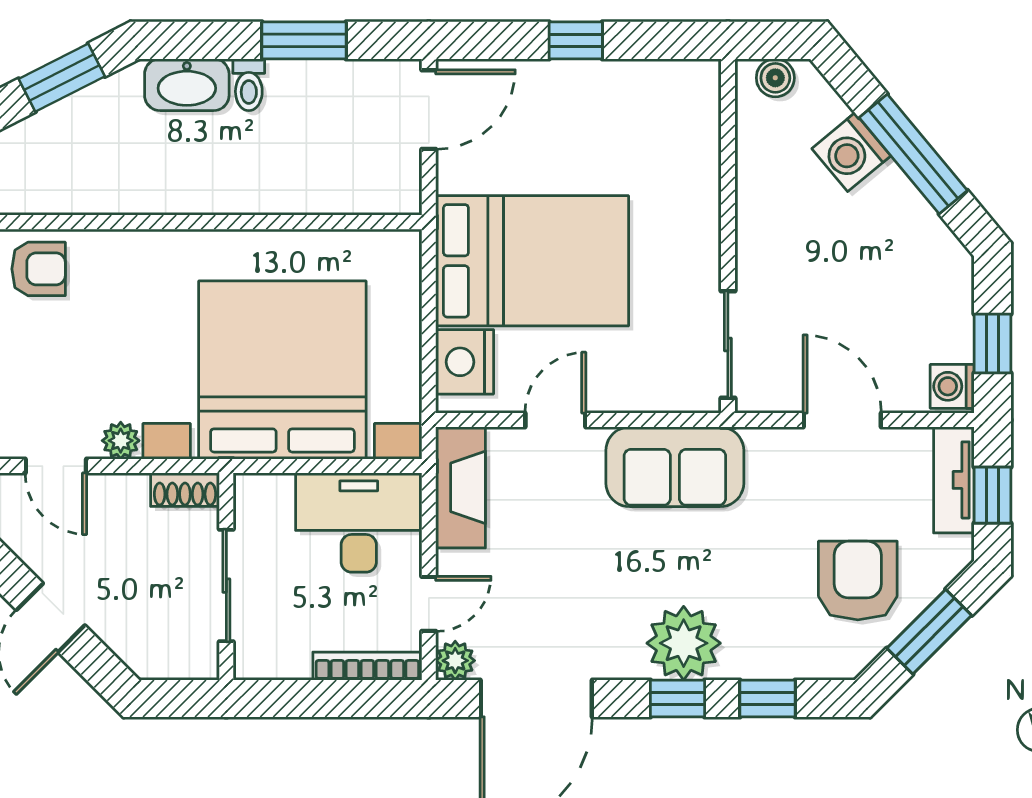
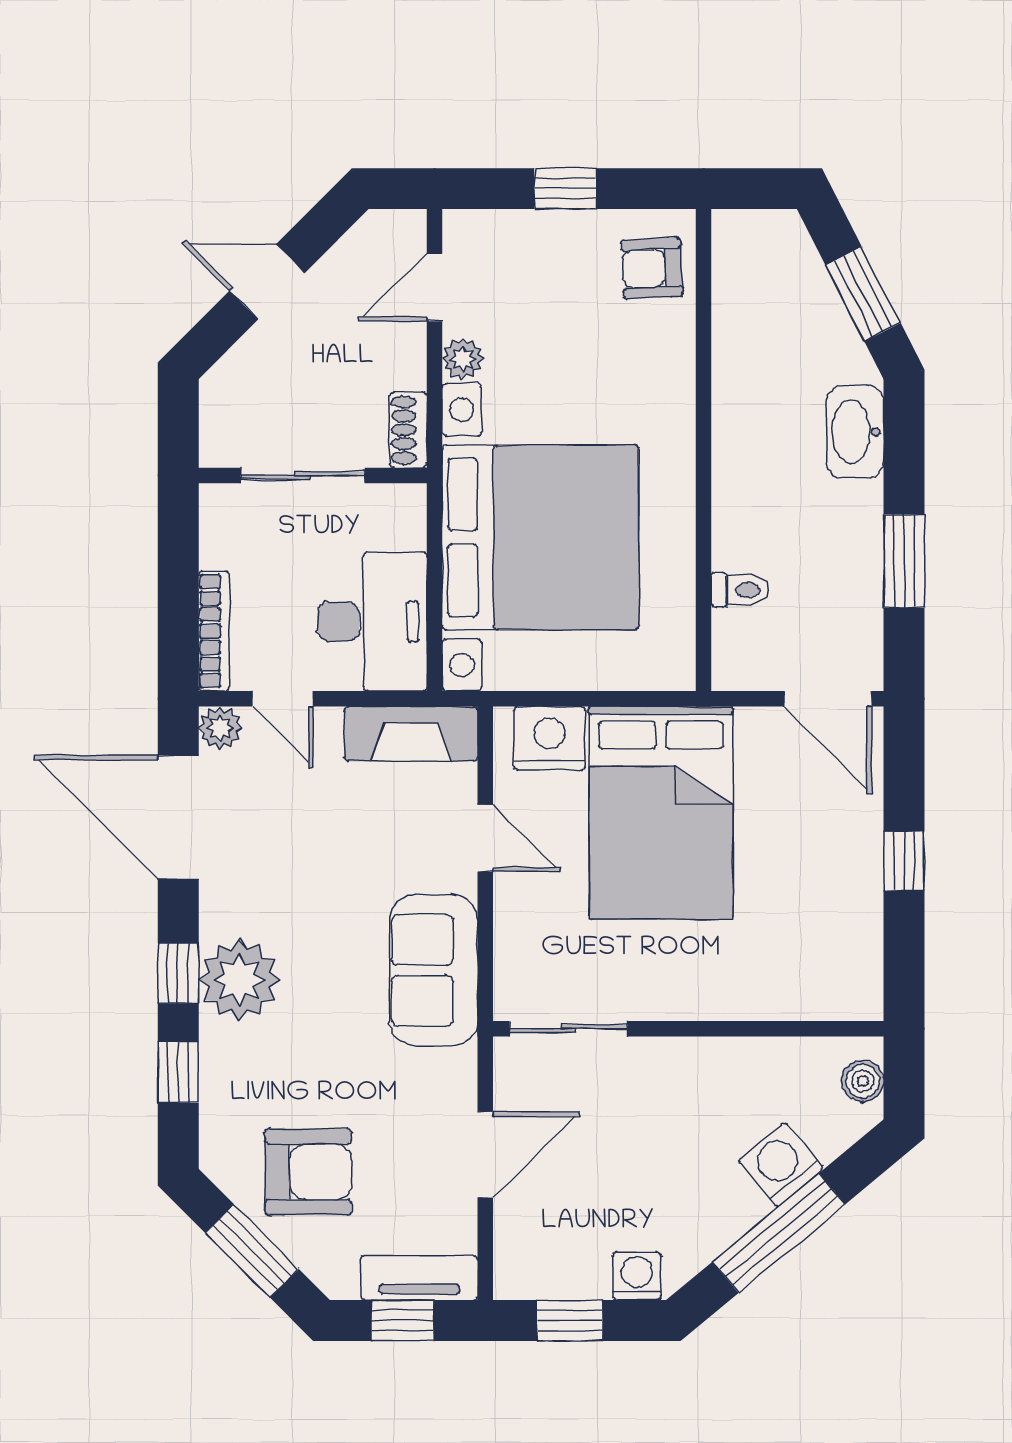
toilet: (249, 85) -> (740, 590), moved, turned 180
armchair: (39, 269) -> (652, 268), turned 87
washing machine: (952, 386) -> (637, 1276), moved

